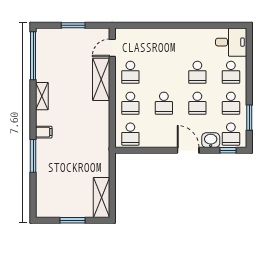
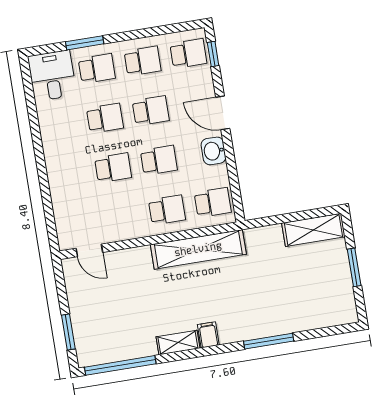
window: (73, 25) -> (68, 332), moved
school desk: (130, 72) -> (113, 168), moved
shelving: (101, 79) -> (198, 249), moved, width x1.47
window: (249, 118) -> (85, 43), moved
filing cabinet: (44, 132) -> (208, 335), moved
washbasin: (211, 140) -> (213, 151), moved
door: (188, 150) -> (223, 113), hinge flipped

